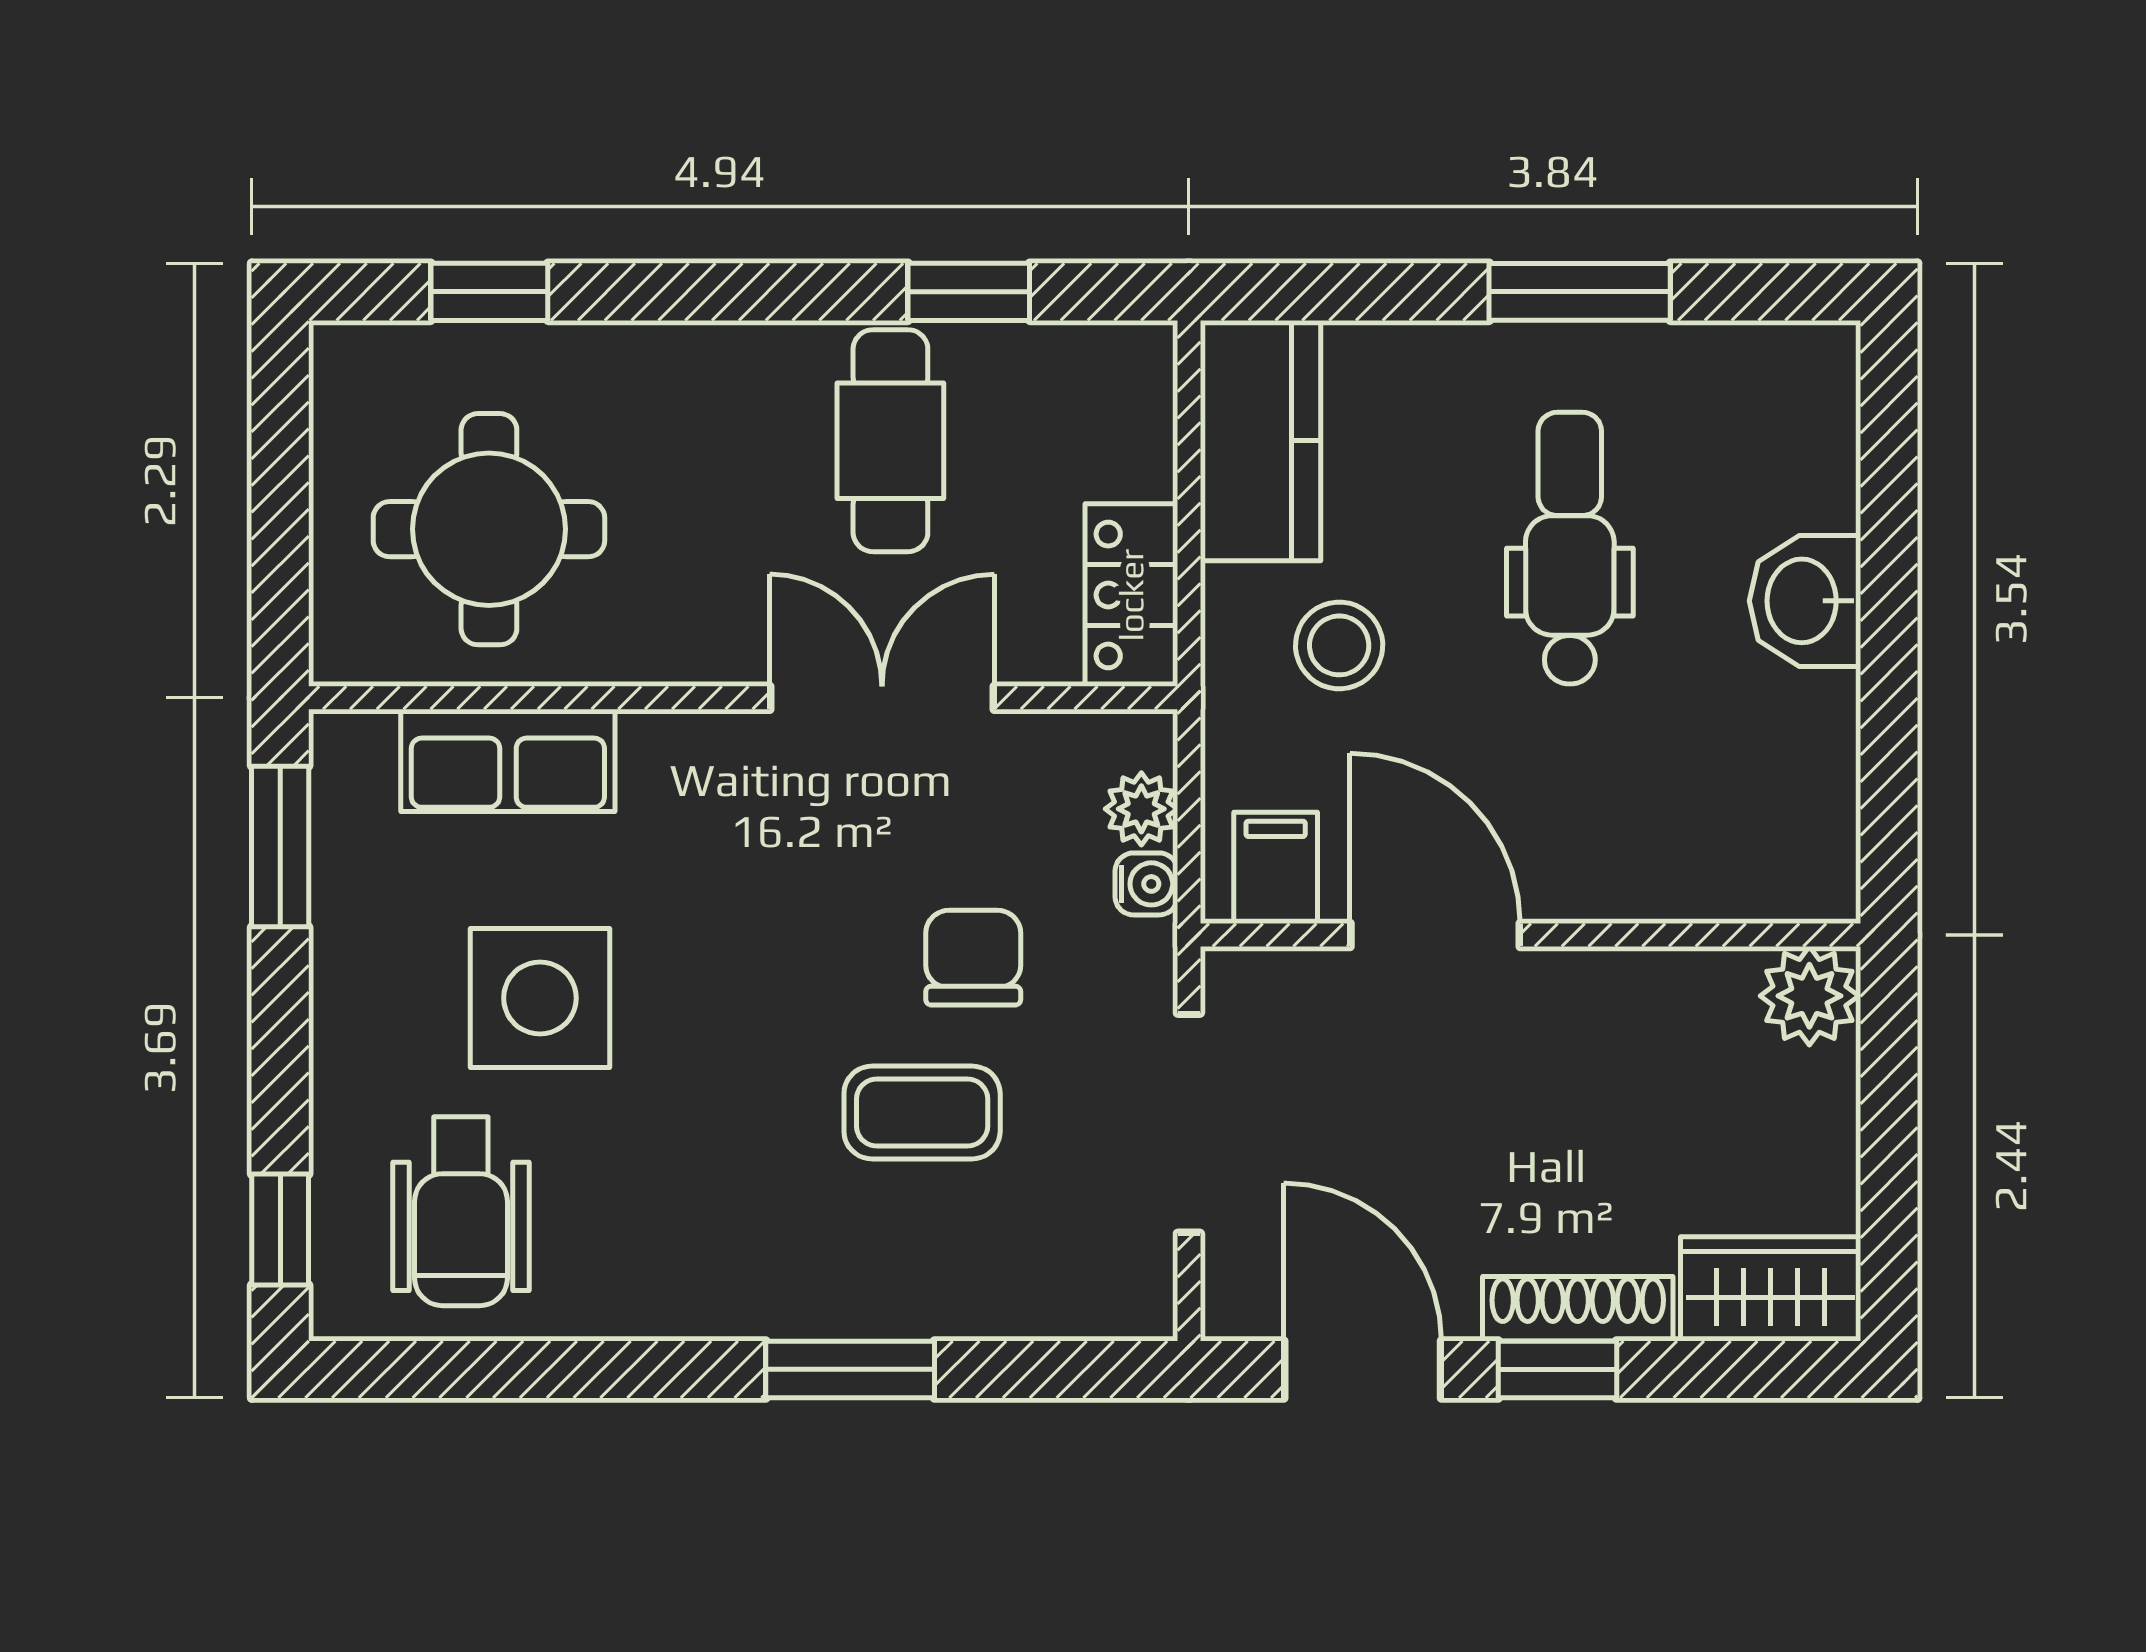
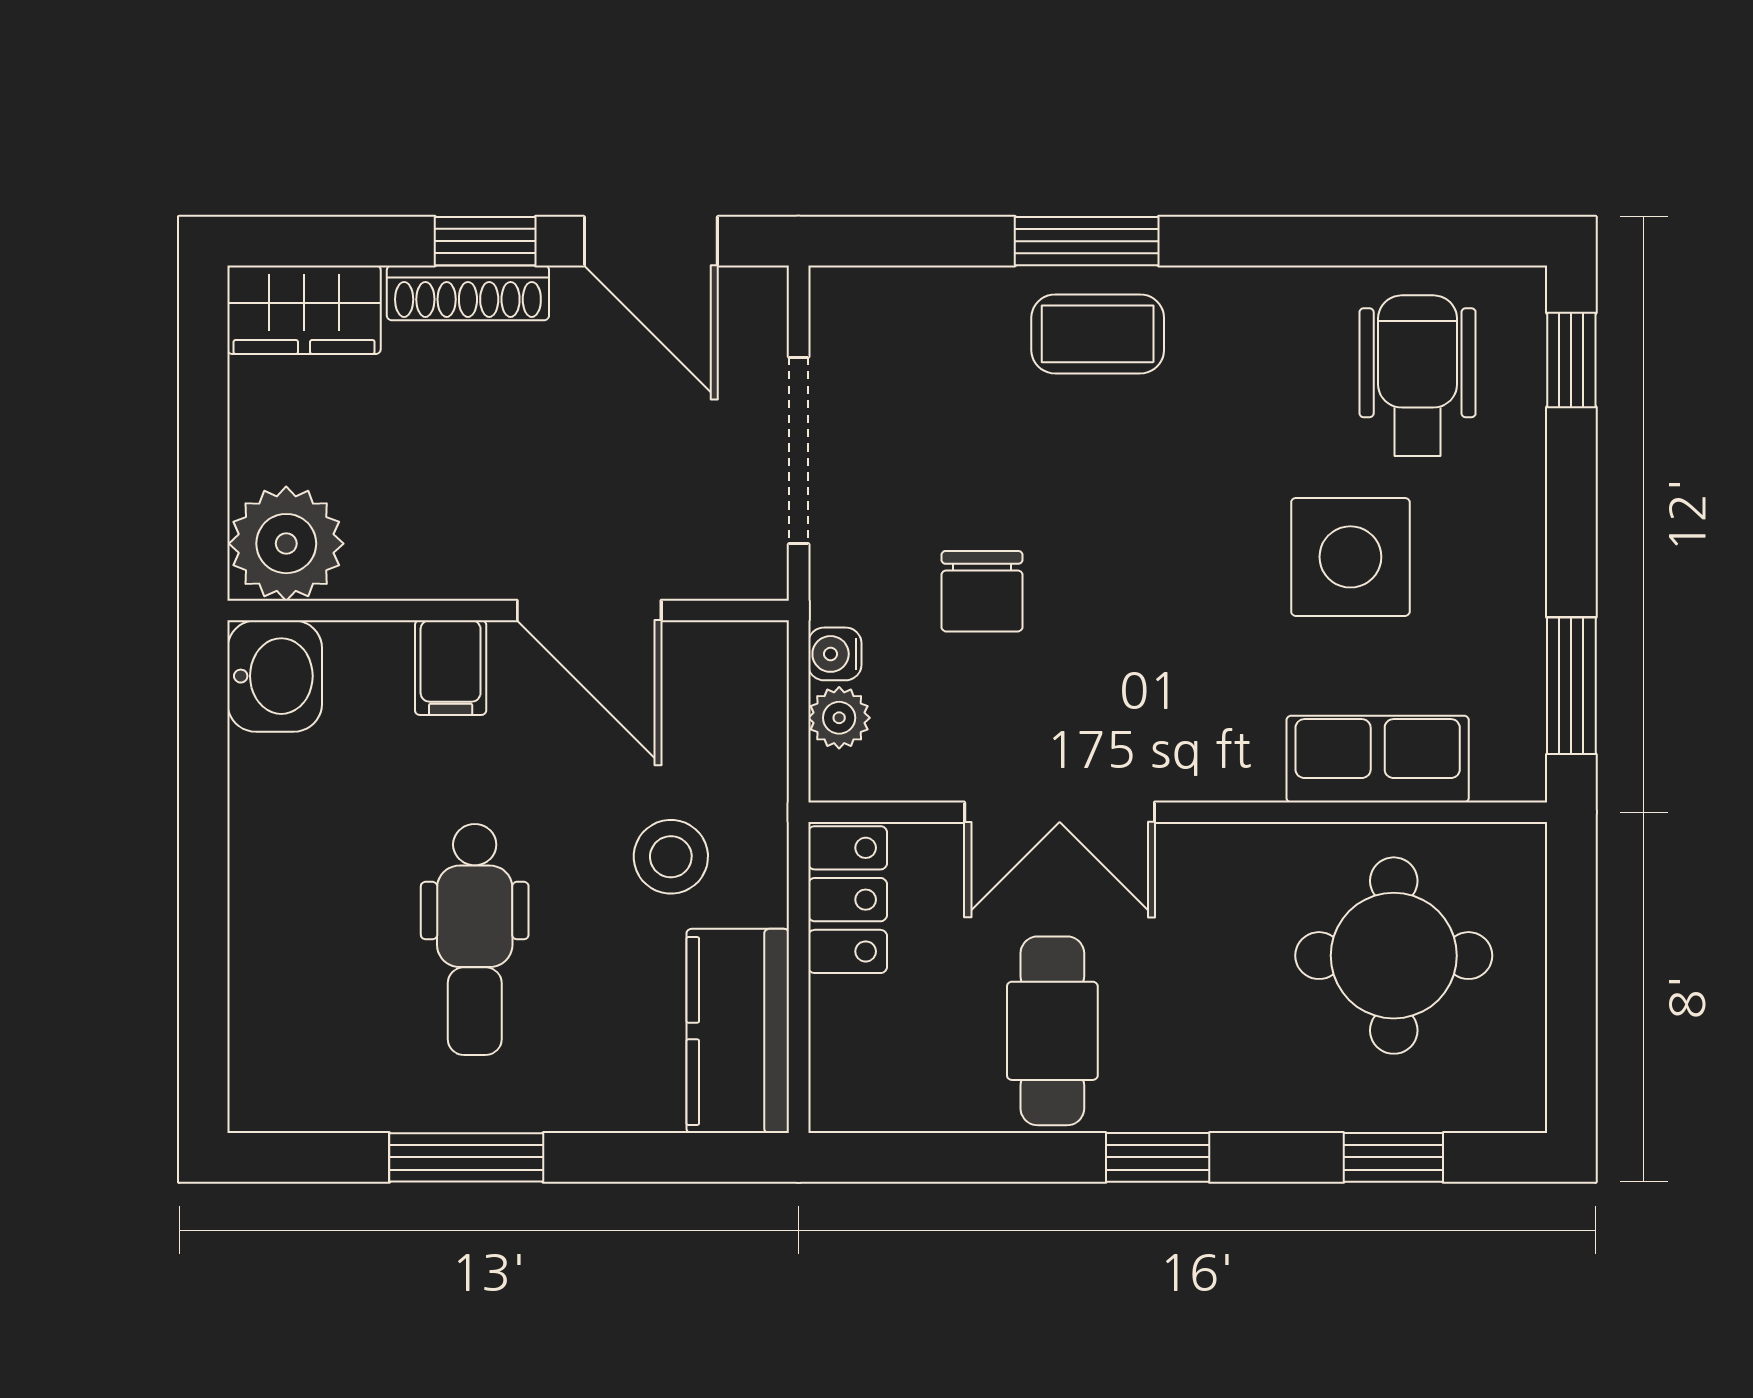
window: (969, 292) -> (1158, 1157), moved
washbasin: (1805, 601) -> (275, 676), moved
filing cabinet: (1276, 868) -> (451, 668), moved
plant: (1809, 996) -> (286, 544), width x1.36, depth x1.36
coffee table: (922, 1112) -> (1098, 334), moved

